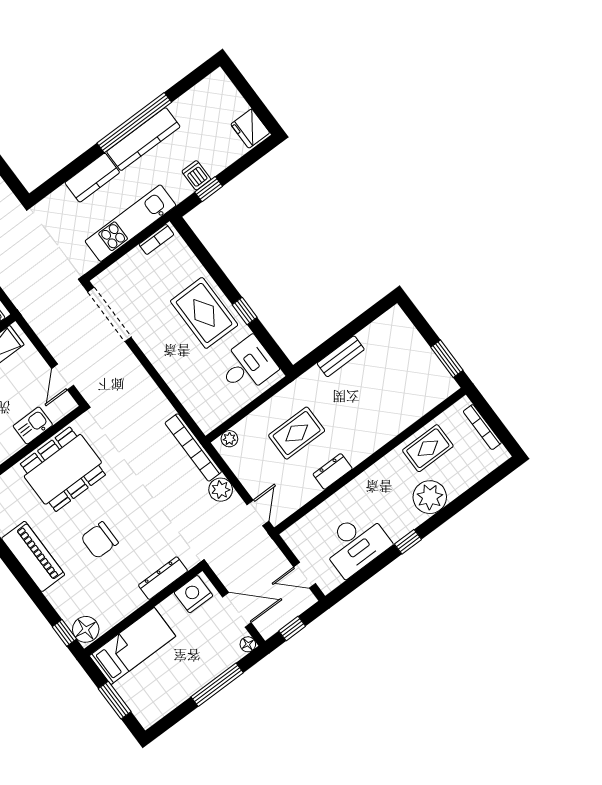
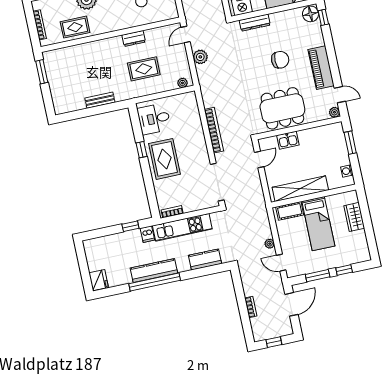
fridge: (250, 129) -> (99, 280), moved
dishwasher: (196, 175) -> (147, 234), moved
kitchen counter: (92, 178) -> (205, 260), moved
bookcase: (193, 447) -> (214, 130), moved

